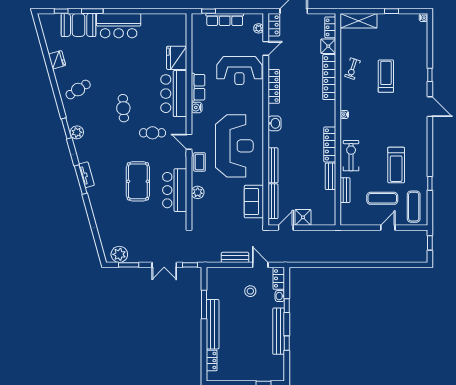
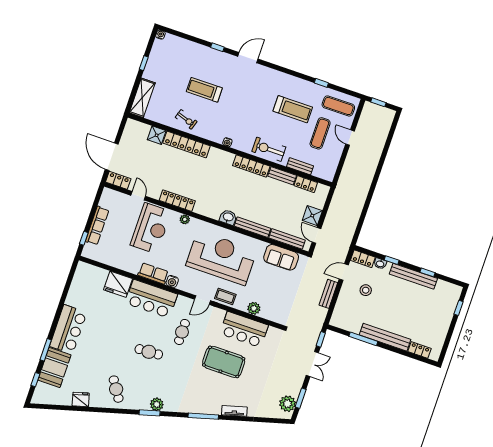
locker: (330, 27) -> (306, 184), moved
plant: (259, 28) -> (185, 219), moved
washbasin: (274, 123) -> (228, 217), moved
tv unit: (87, 175) -> (234, 411), moved

